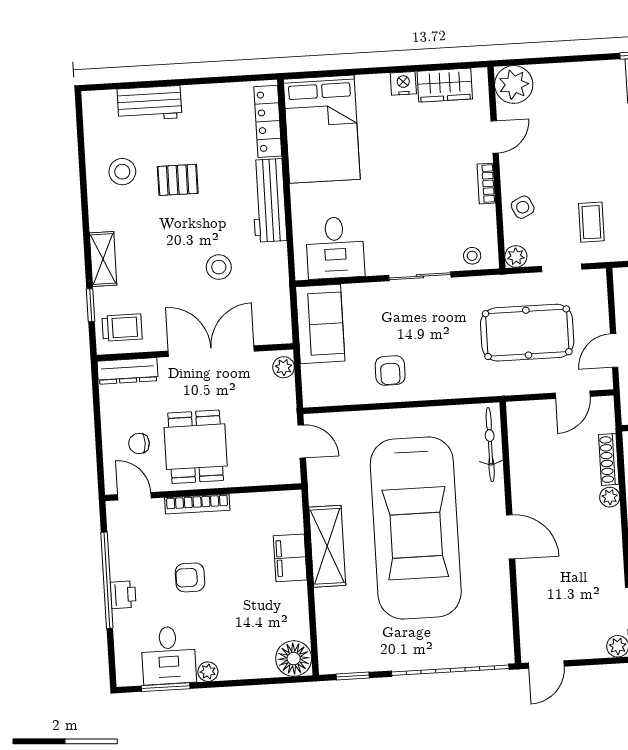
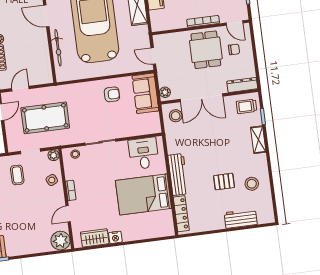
bed: (322, 129) -> (143, 194), moved, turned -90
stool: (219, 267) -> (176, 116), moved
sofa: (320, 324) -> (145, 93), moved
armchair: (390, 370) -> (112, 94), turned 90
bicycle: (490, 444) -> (58, 48), moved

